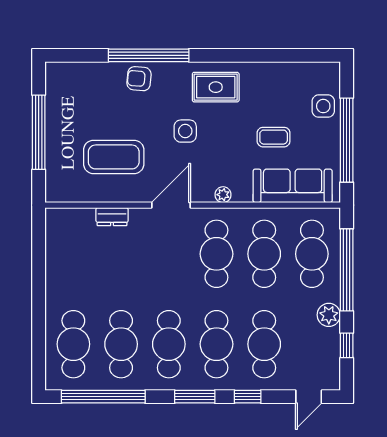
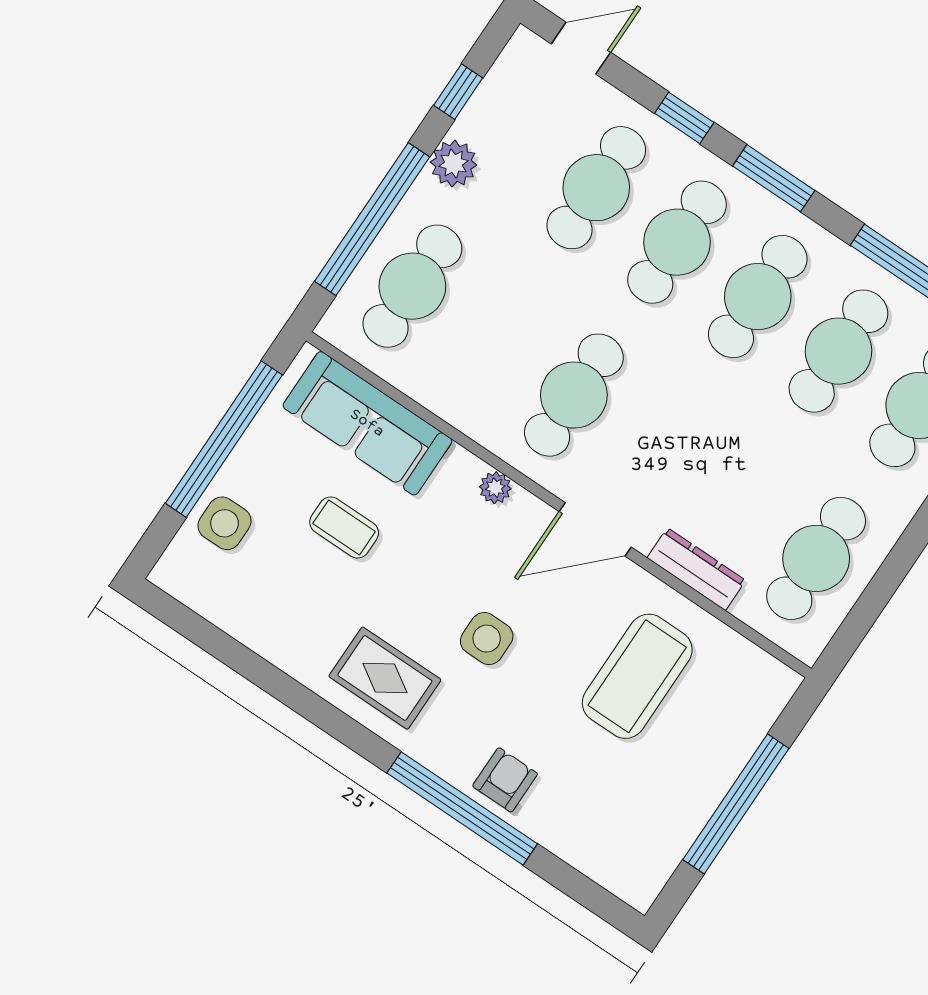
armchair: (139, 79) -> (505, 780), turned -95
coffee table: (114, 157) -> (637, 676), turned 90
dresser: (112, 217) -> (696, 569), width x1.44
cafe table: (264, 254) -> (816, 558), moved

